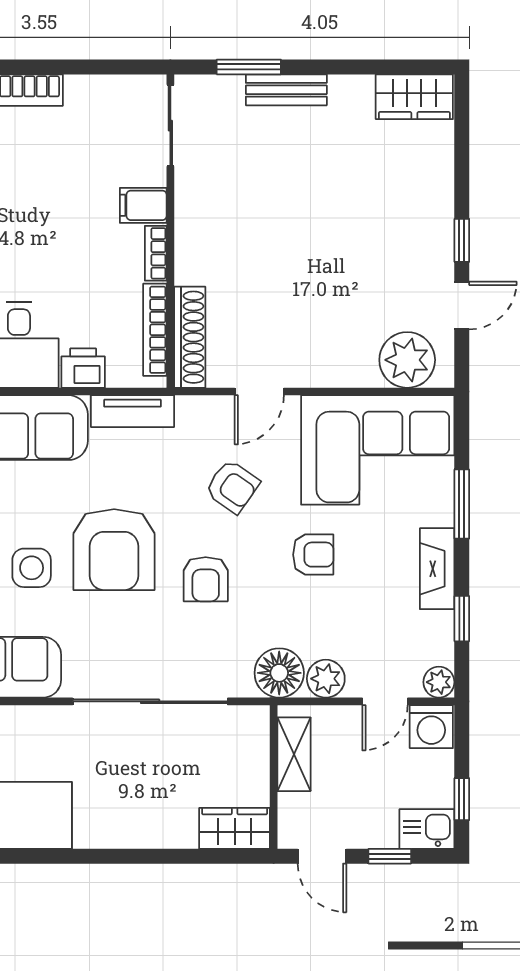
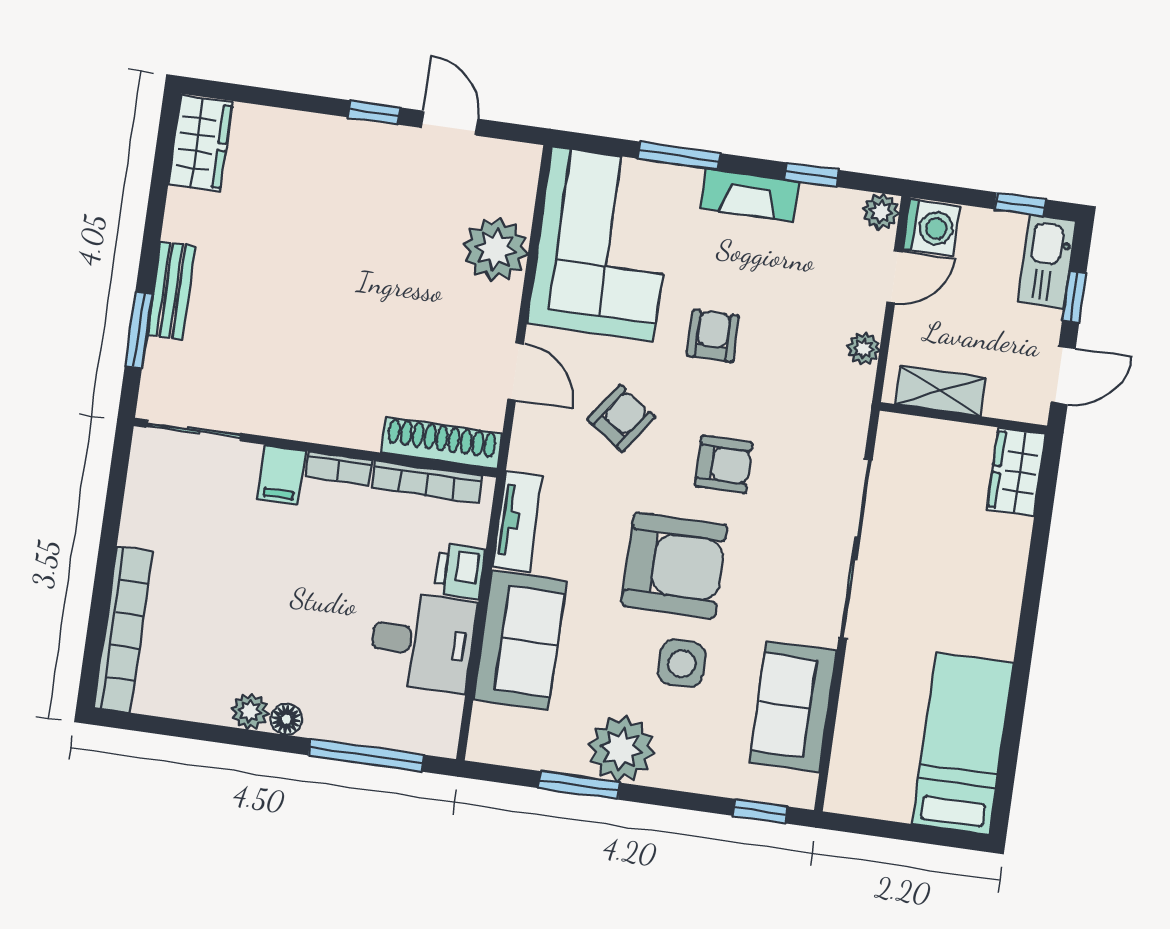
plant: (407, 360) -> (496, 249), moved
floor lamp: (279, 673) -> (844, 395), removed
plant: (326, 679) -> (864, 349), width x0.73, depth x0.73
door: (385, 701) -> (894, 277), hinge flipped
kitchen sink: (427, 829) -> (1047, 261), width x1.38

